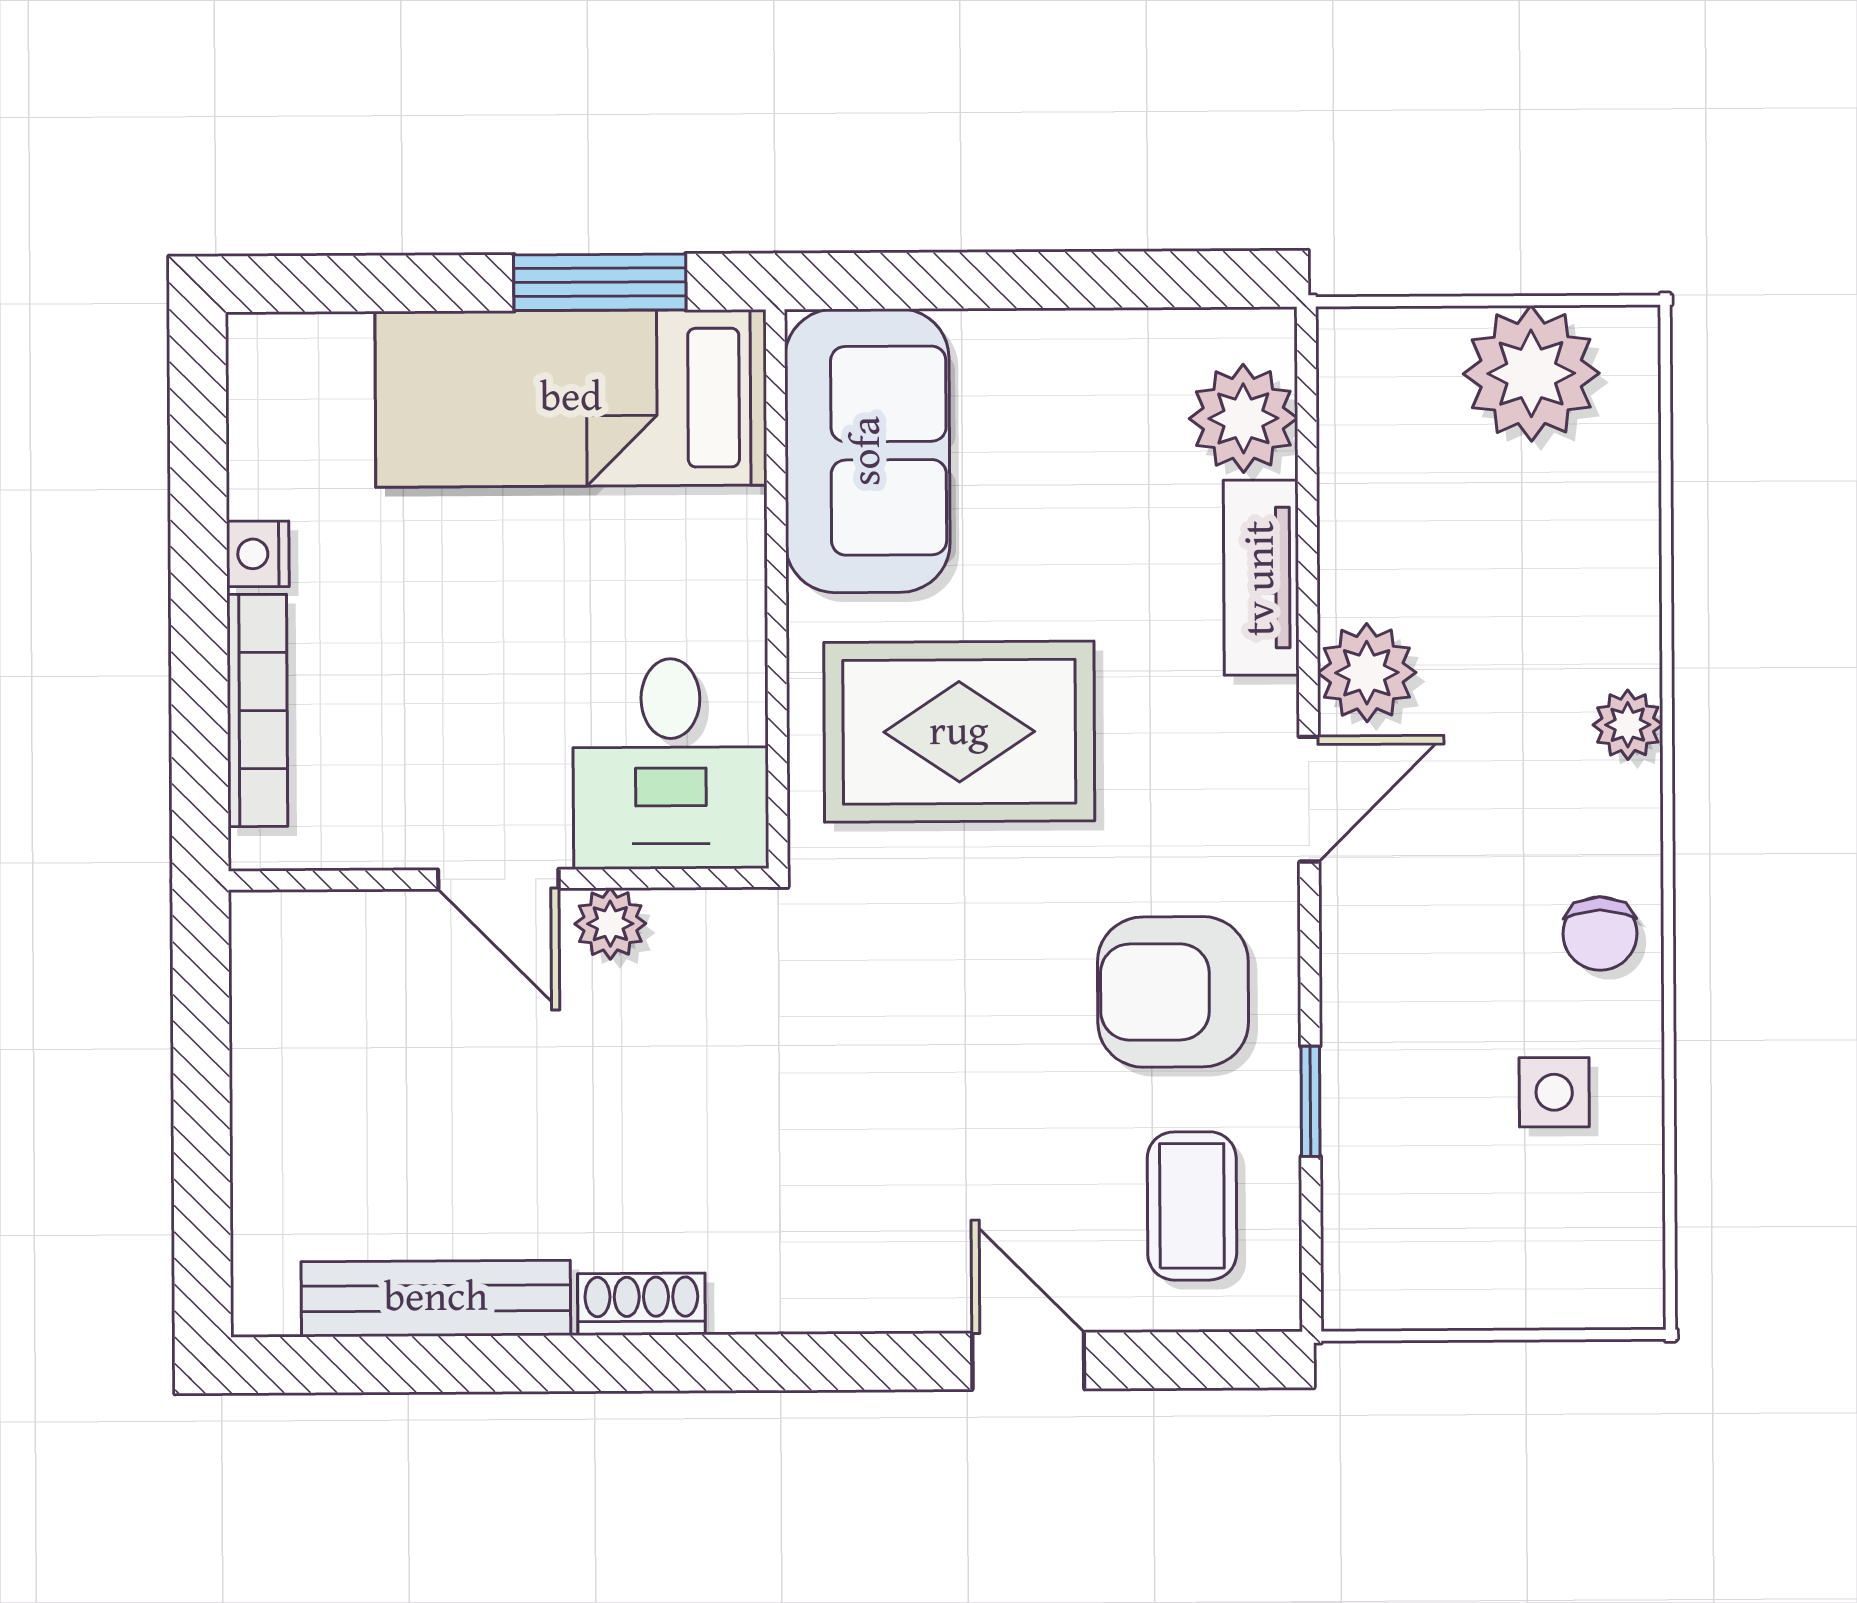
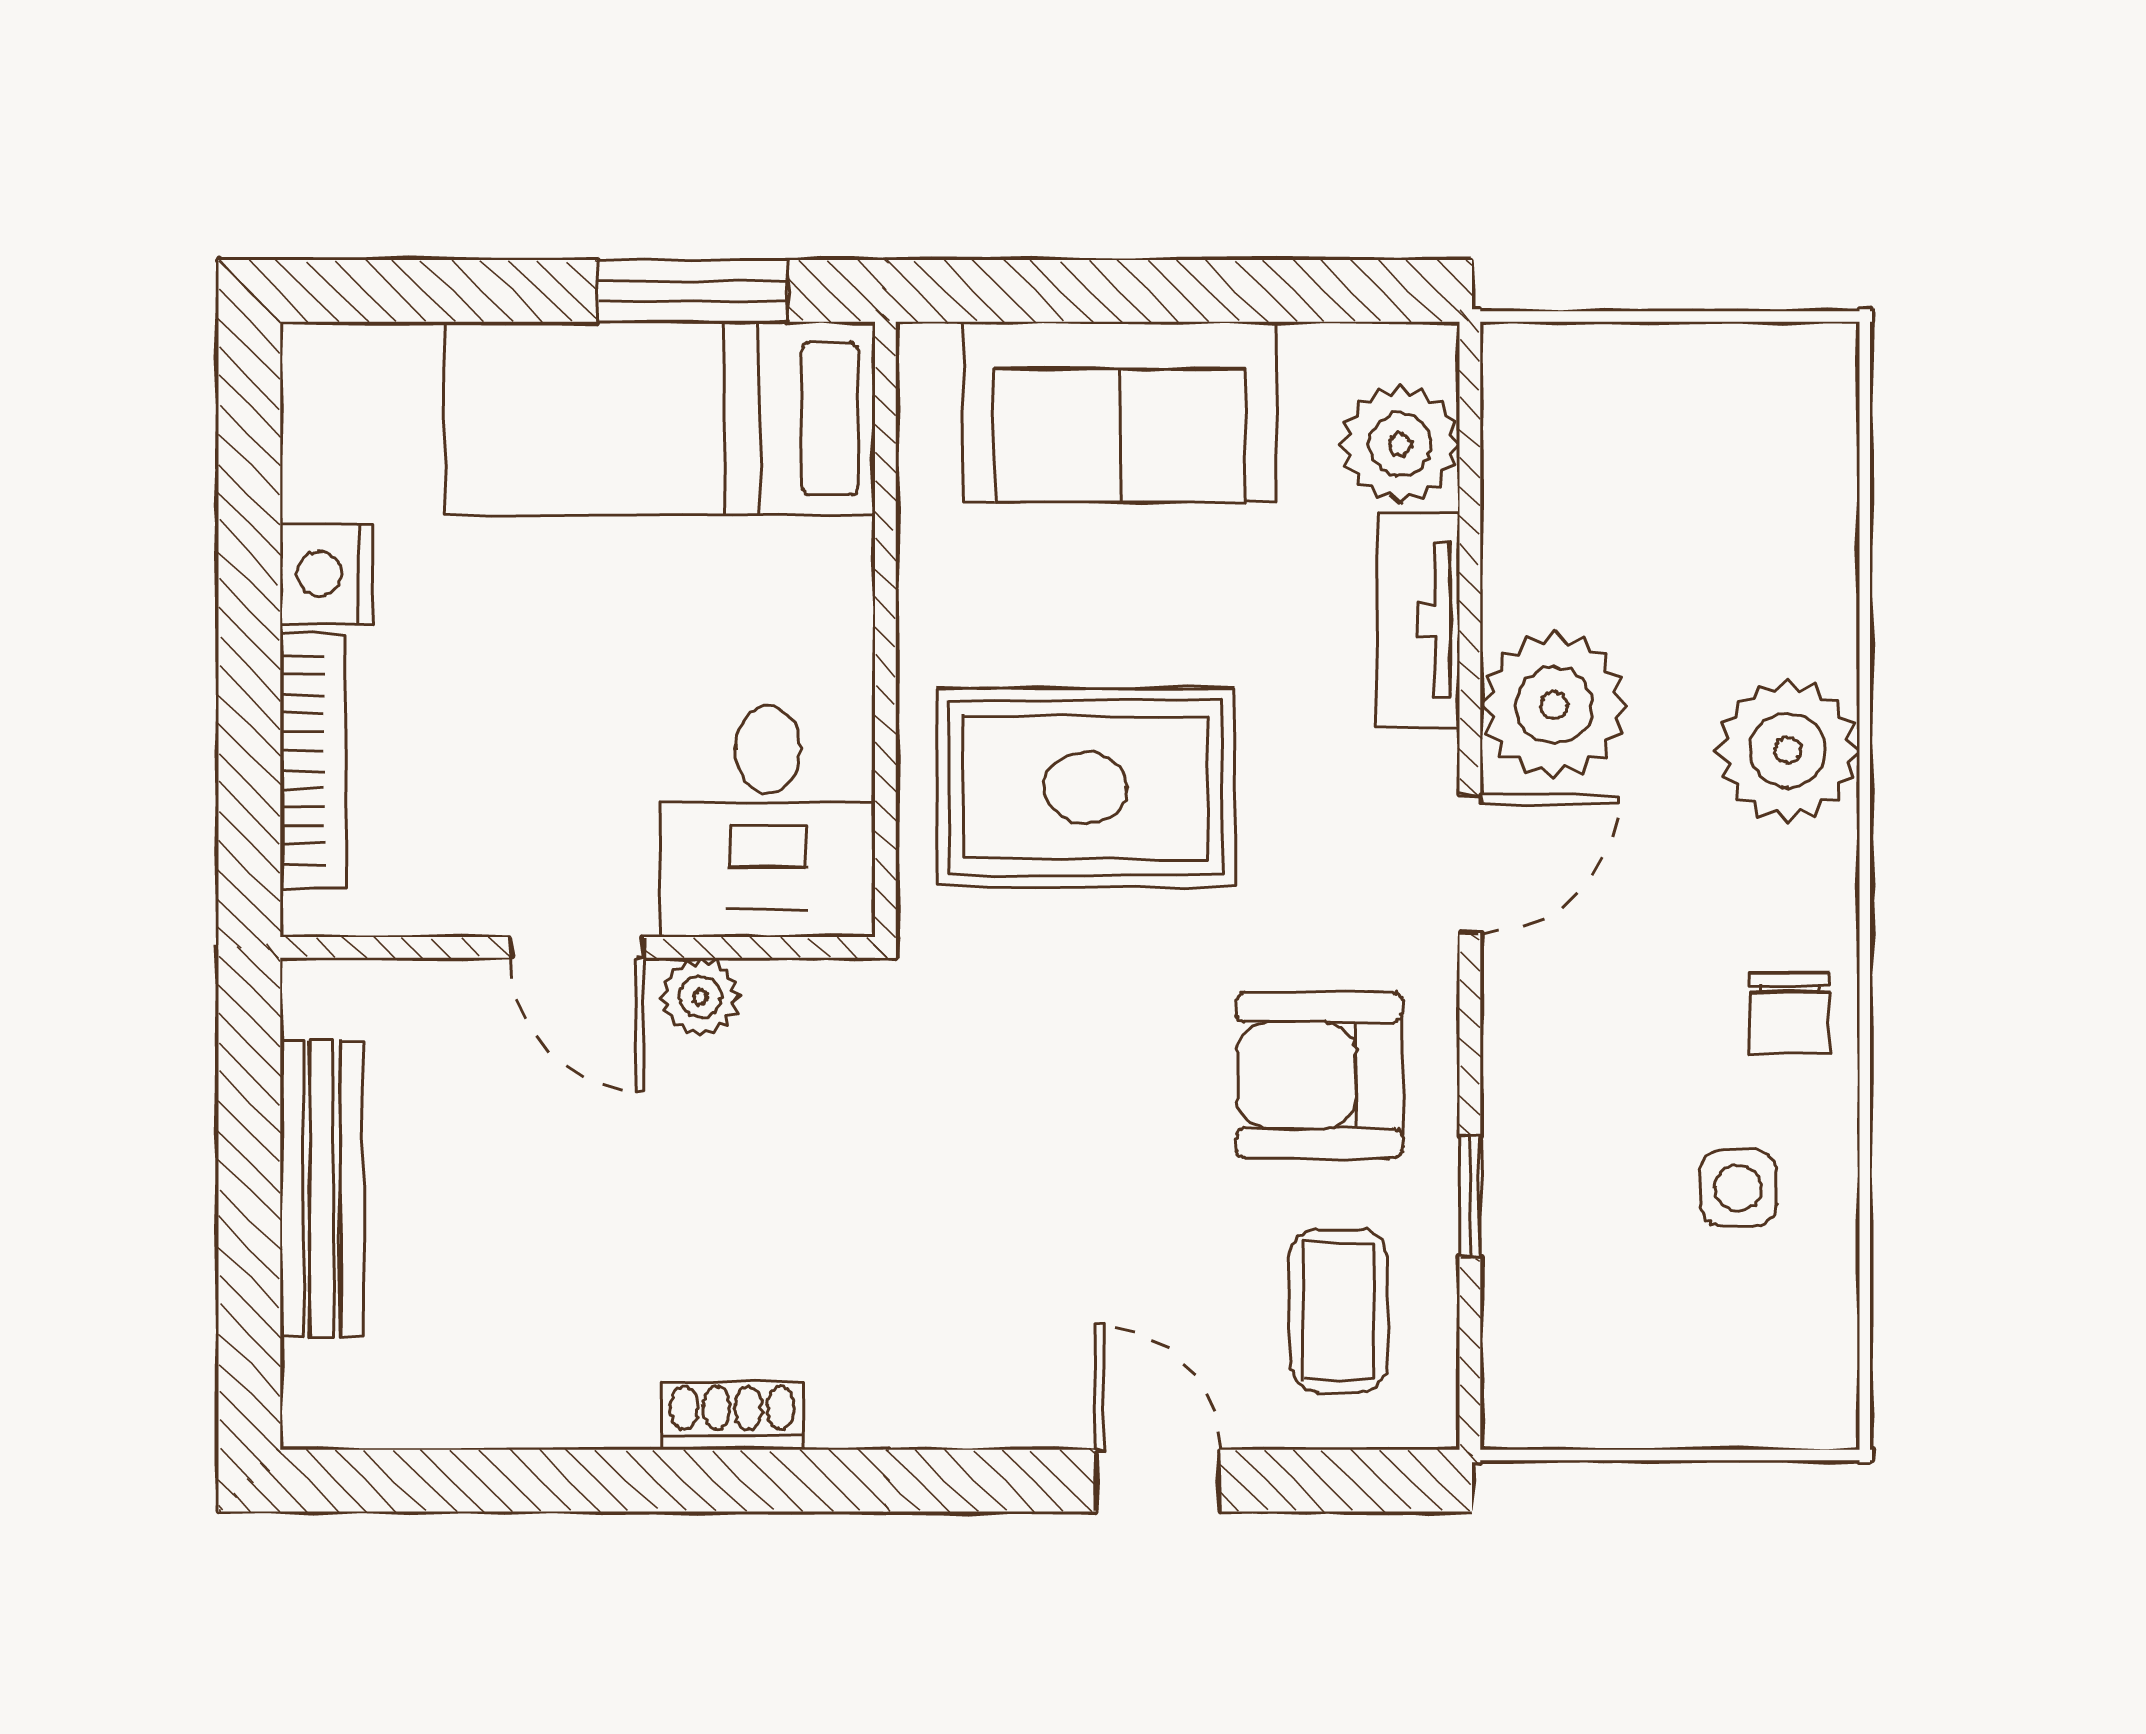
plant: (1531, 373) -> (1717, 397), removed
sofa: (867, 451) -> (1120, 412), moved, turned 90
nightstand: (258, 554) -> (327, 574), width x1.39, depth x1.35
plant: (1367, 673) -> (1554, 705), width x1.36, depth x1.36
plant: (1628, 725) -> (1788, 750), width x1.87, depth x1.87
bench: (436, 1298) -> (322, 1189), moved, turned 90

